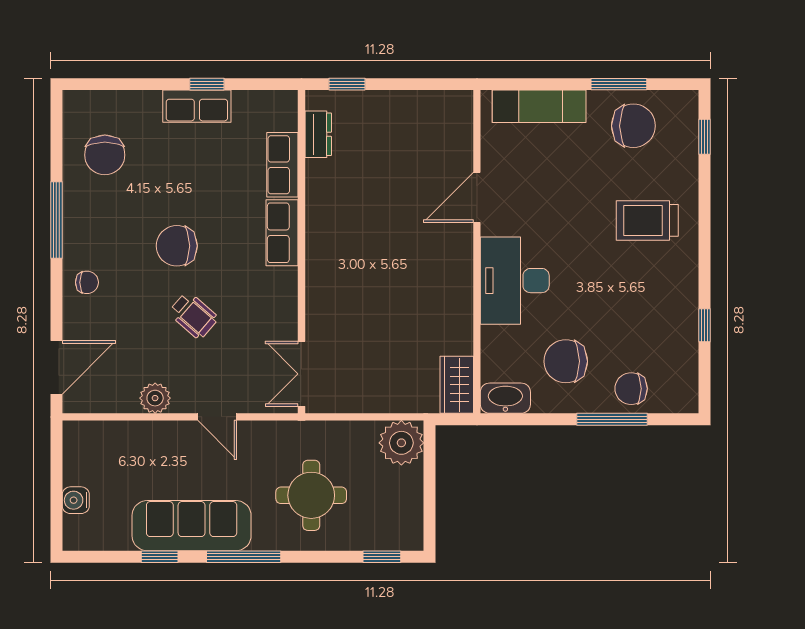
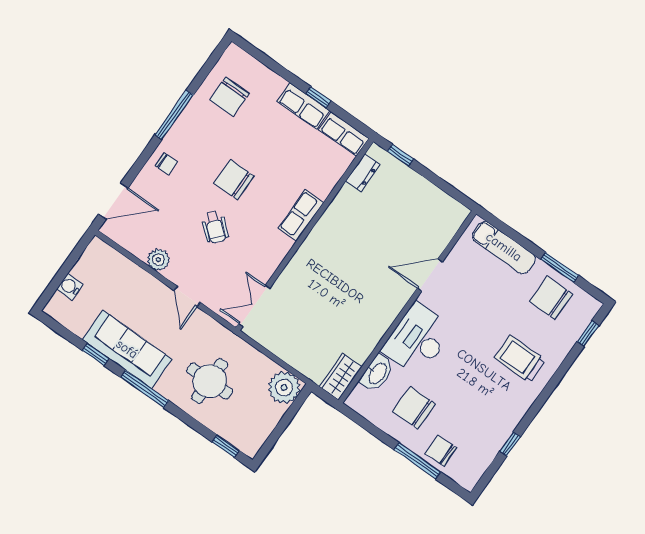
chair: (633, 126) -> (551, 298), turned 180
row of seats: (282, 165) -> (344, 134), moved, turned -90
washbasin: (505, 398) -> (377, 373), moved, turned 90

